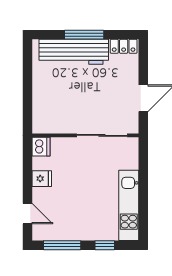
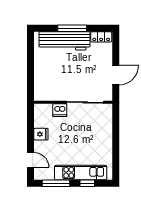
dishwasher: (41, 147) -> (60, 110), moved, turned 90
kitchen unit: (129, 205) -> (81, 173), moved, turned 90

